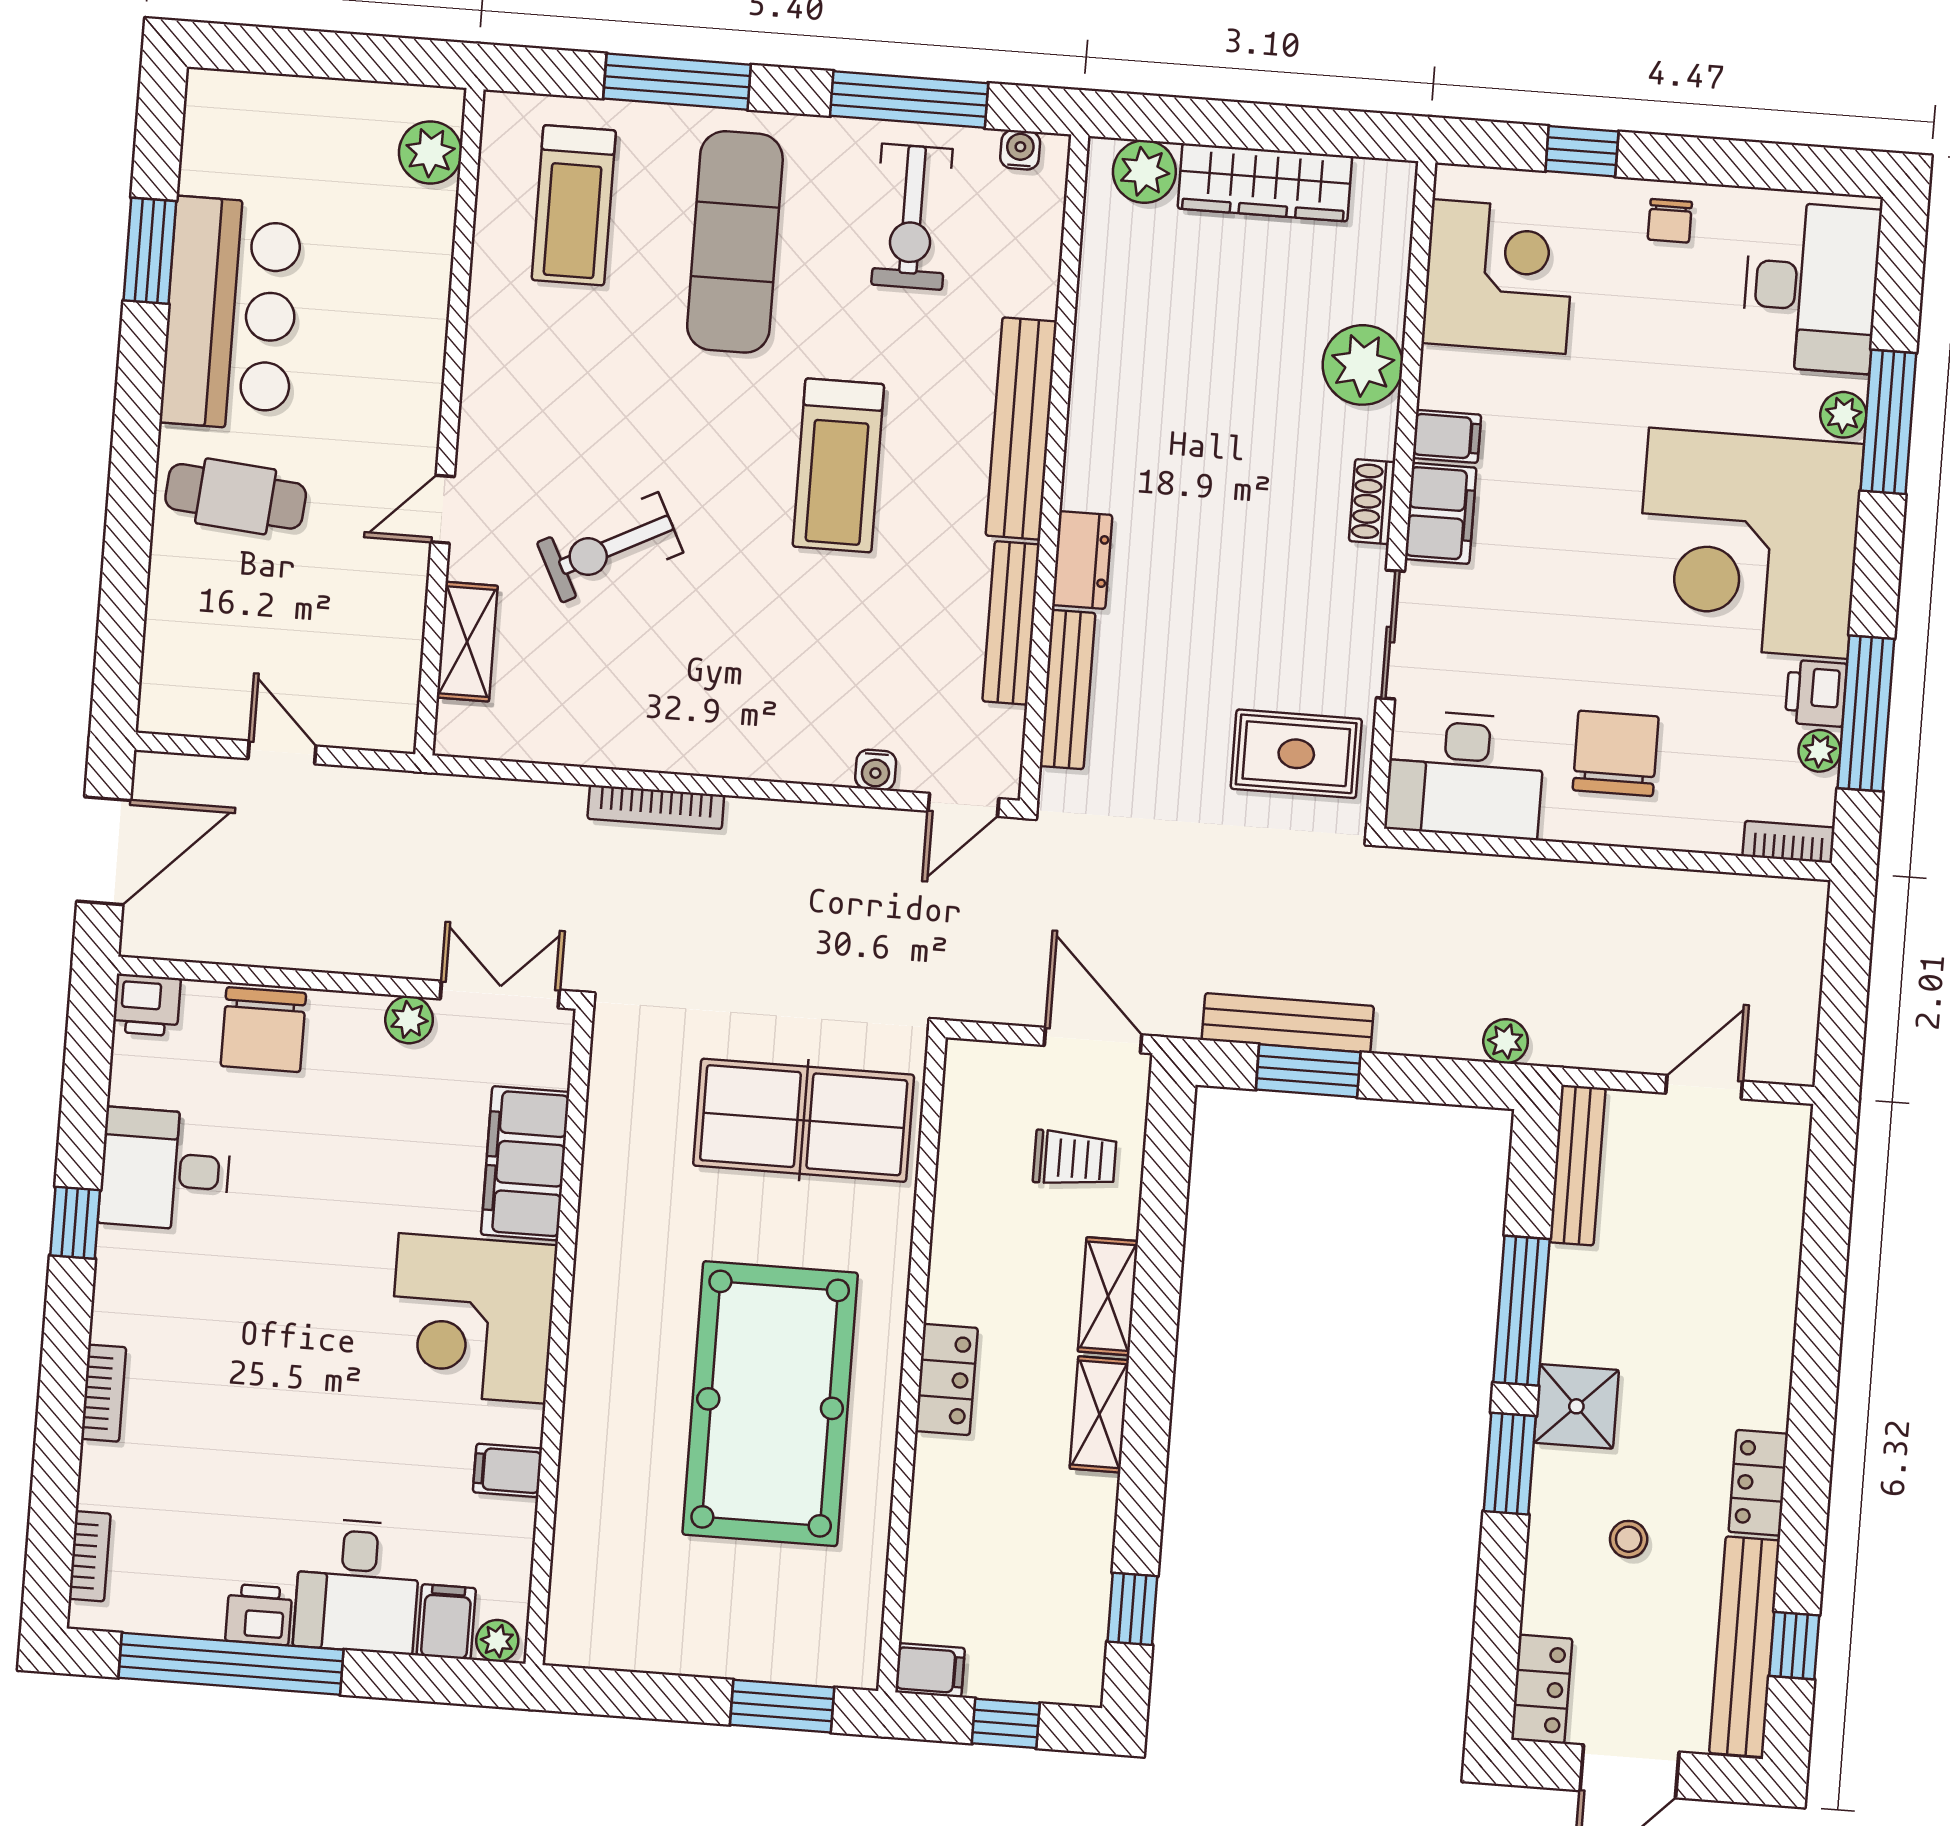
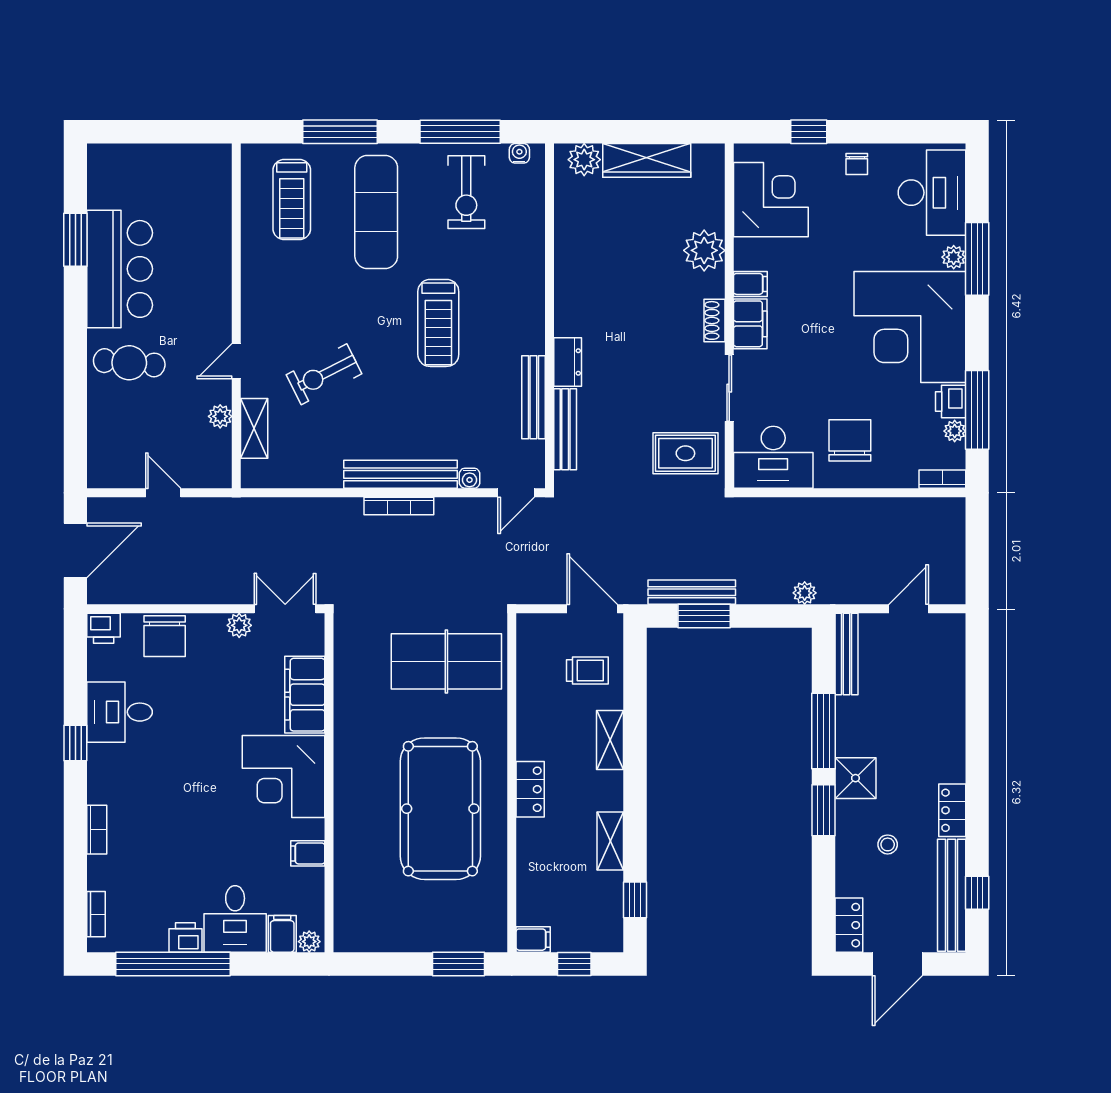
plant: (430, 152) -> (220, 416), moved, width x0.73, depth x0.73
bench: (1021, 428) -> (400, 474), moved, turned 90
bookcase: (656, 807) -> (399, 506), moved
shelving: (1099, 1414) -> (610, 841), moved

